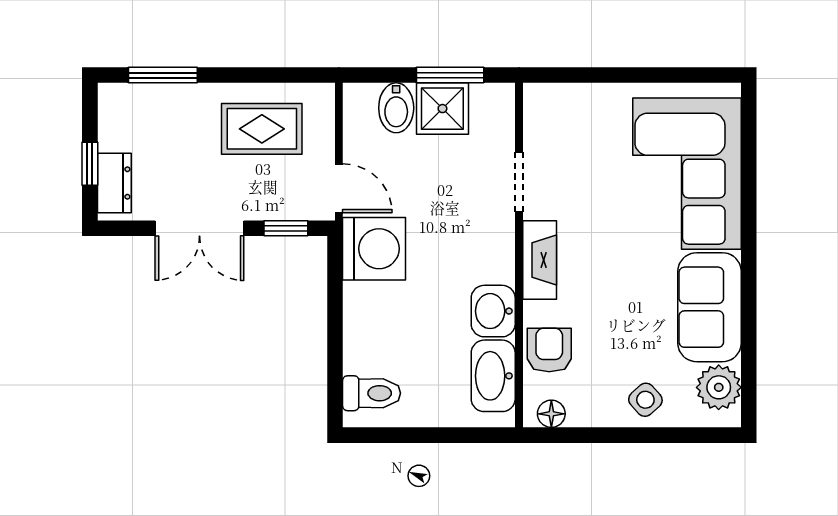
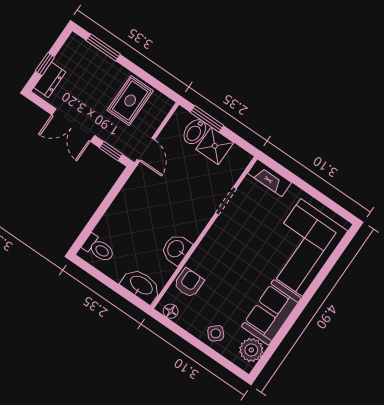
window: (450, 75) -> (207, 119), moved
rug: (262, 129) -> (130, 100), turned 90
washing machine: (374, 249) -> (143, 186), removed
fireplace: (540, 260) -> (269, 178), moved, turned 90
washbasin: (493, 376) -> (141, 286), moved, turned 90

